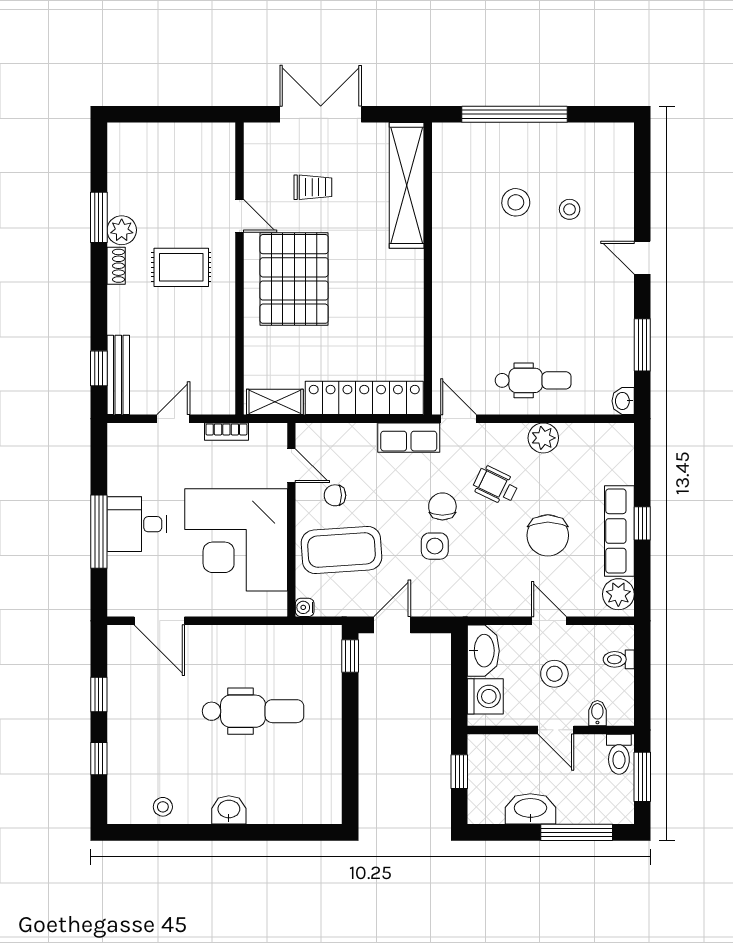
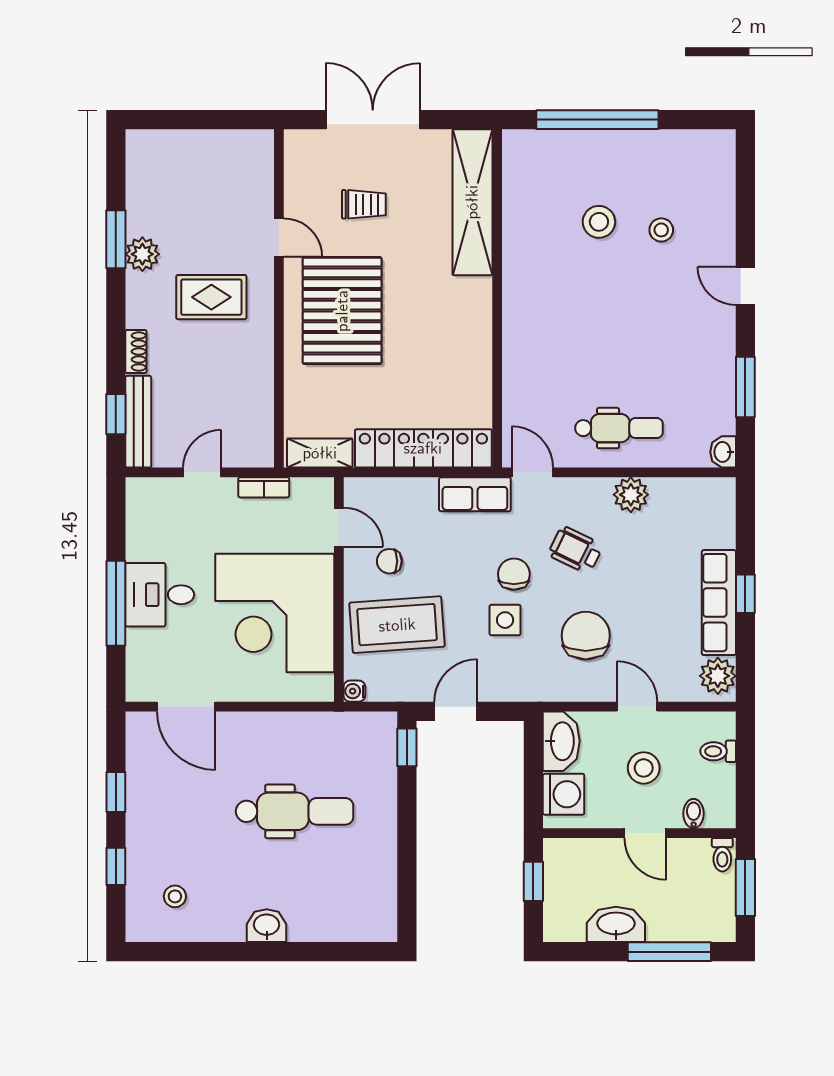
shoe rack: (116, 266) -> (136, 351), moved
chair: (548, 535) -> (586, 636), moved, turned 180
toilet: (619, 754) -> (722, 855), width x0.73, depth x0.72
stool: (163, 807) -> (175, 896), moved

